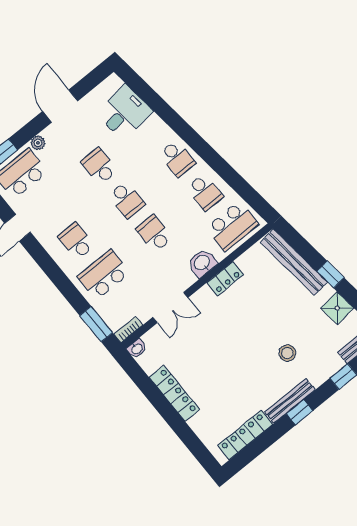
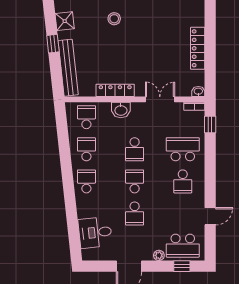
school desk: (232, 226) -> (86, 117), width x0.54
school desk: (104, 275) -> (183, 149), turned 180
locker: (225, 279) -> (115, 90), width x1.53
window: (96, 324) -> (210, 125), width x0.67

